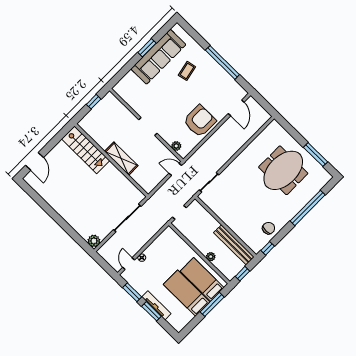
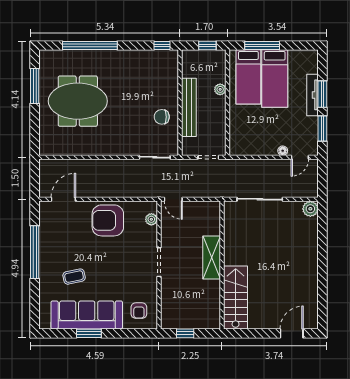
armchair: (132, 88) -> (139, 311), added
chair: (269, 228) -> (162, 117), moved
bench: (234, 245) -> (189, 107), moved

